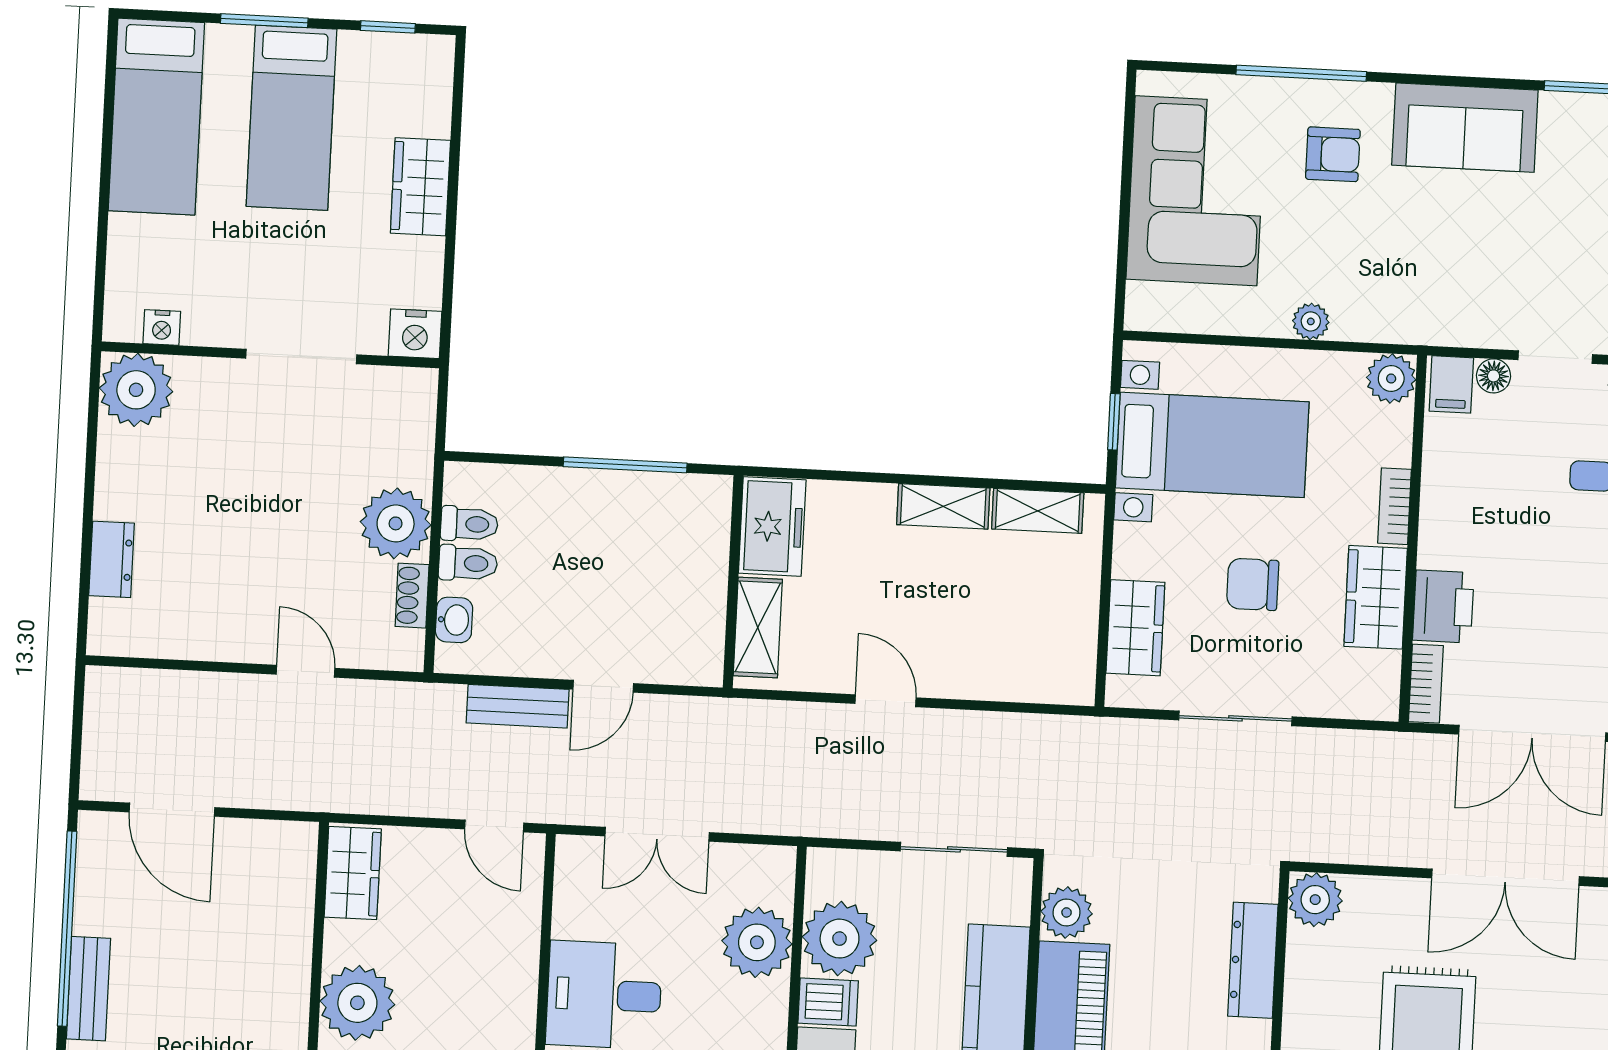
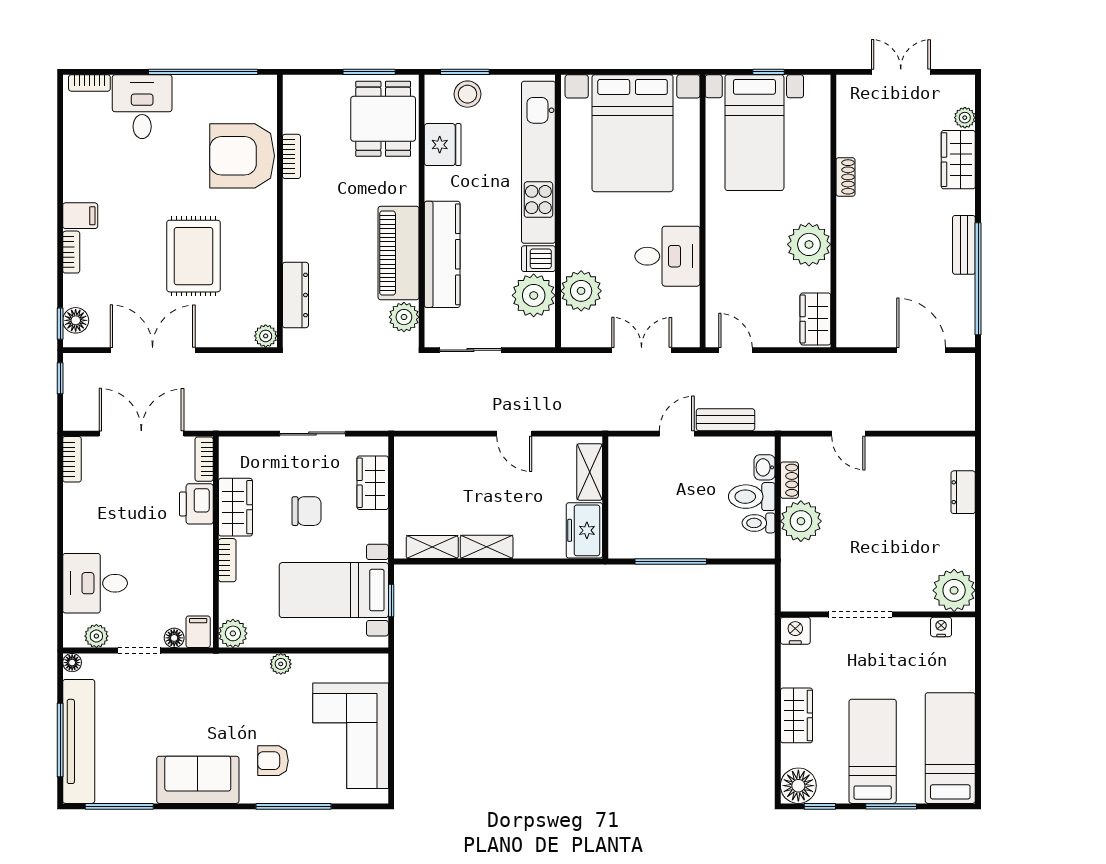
floor lamp: (423, 65) -> (798, 786), added
toilet: (468, 563) -> (752, 497), width x1.37, depth x1.39
plant: (1315, 900) -> (266, 336), width x0.73, depth x0.73

